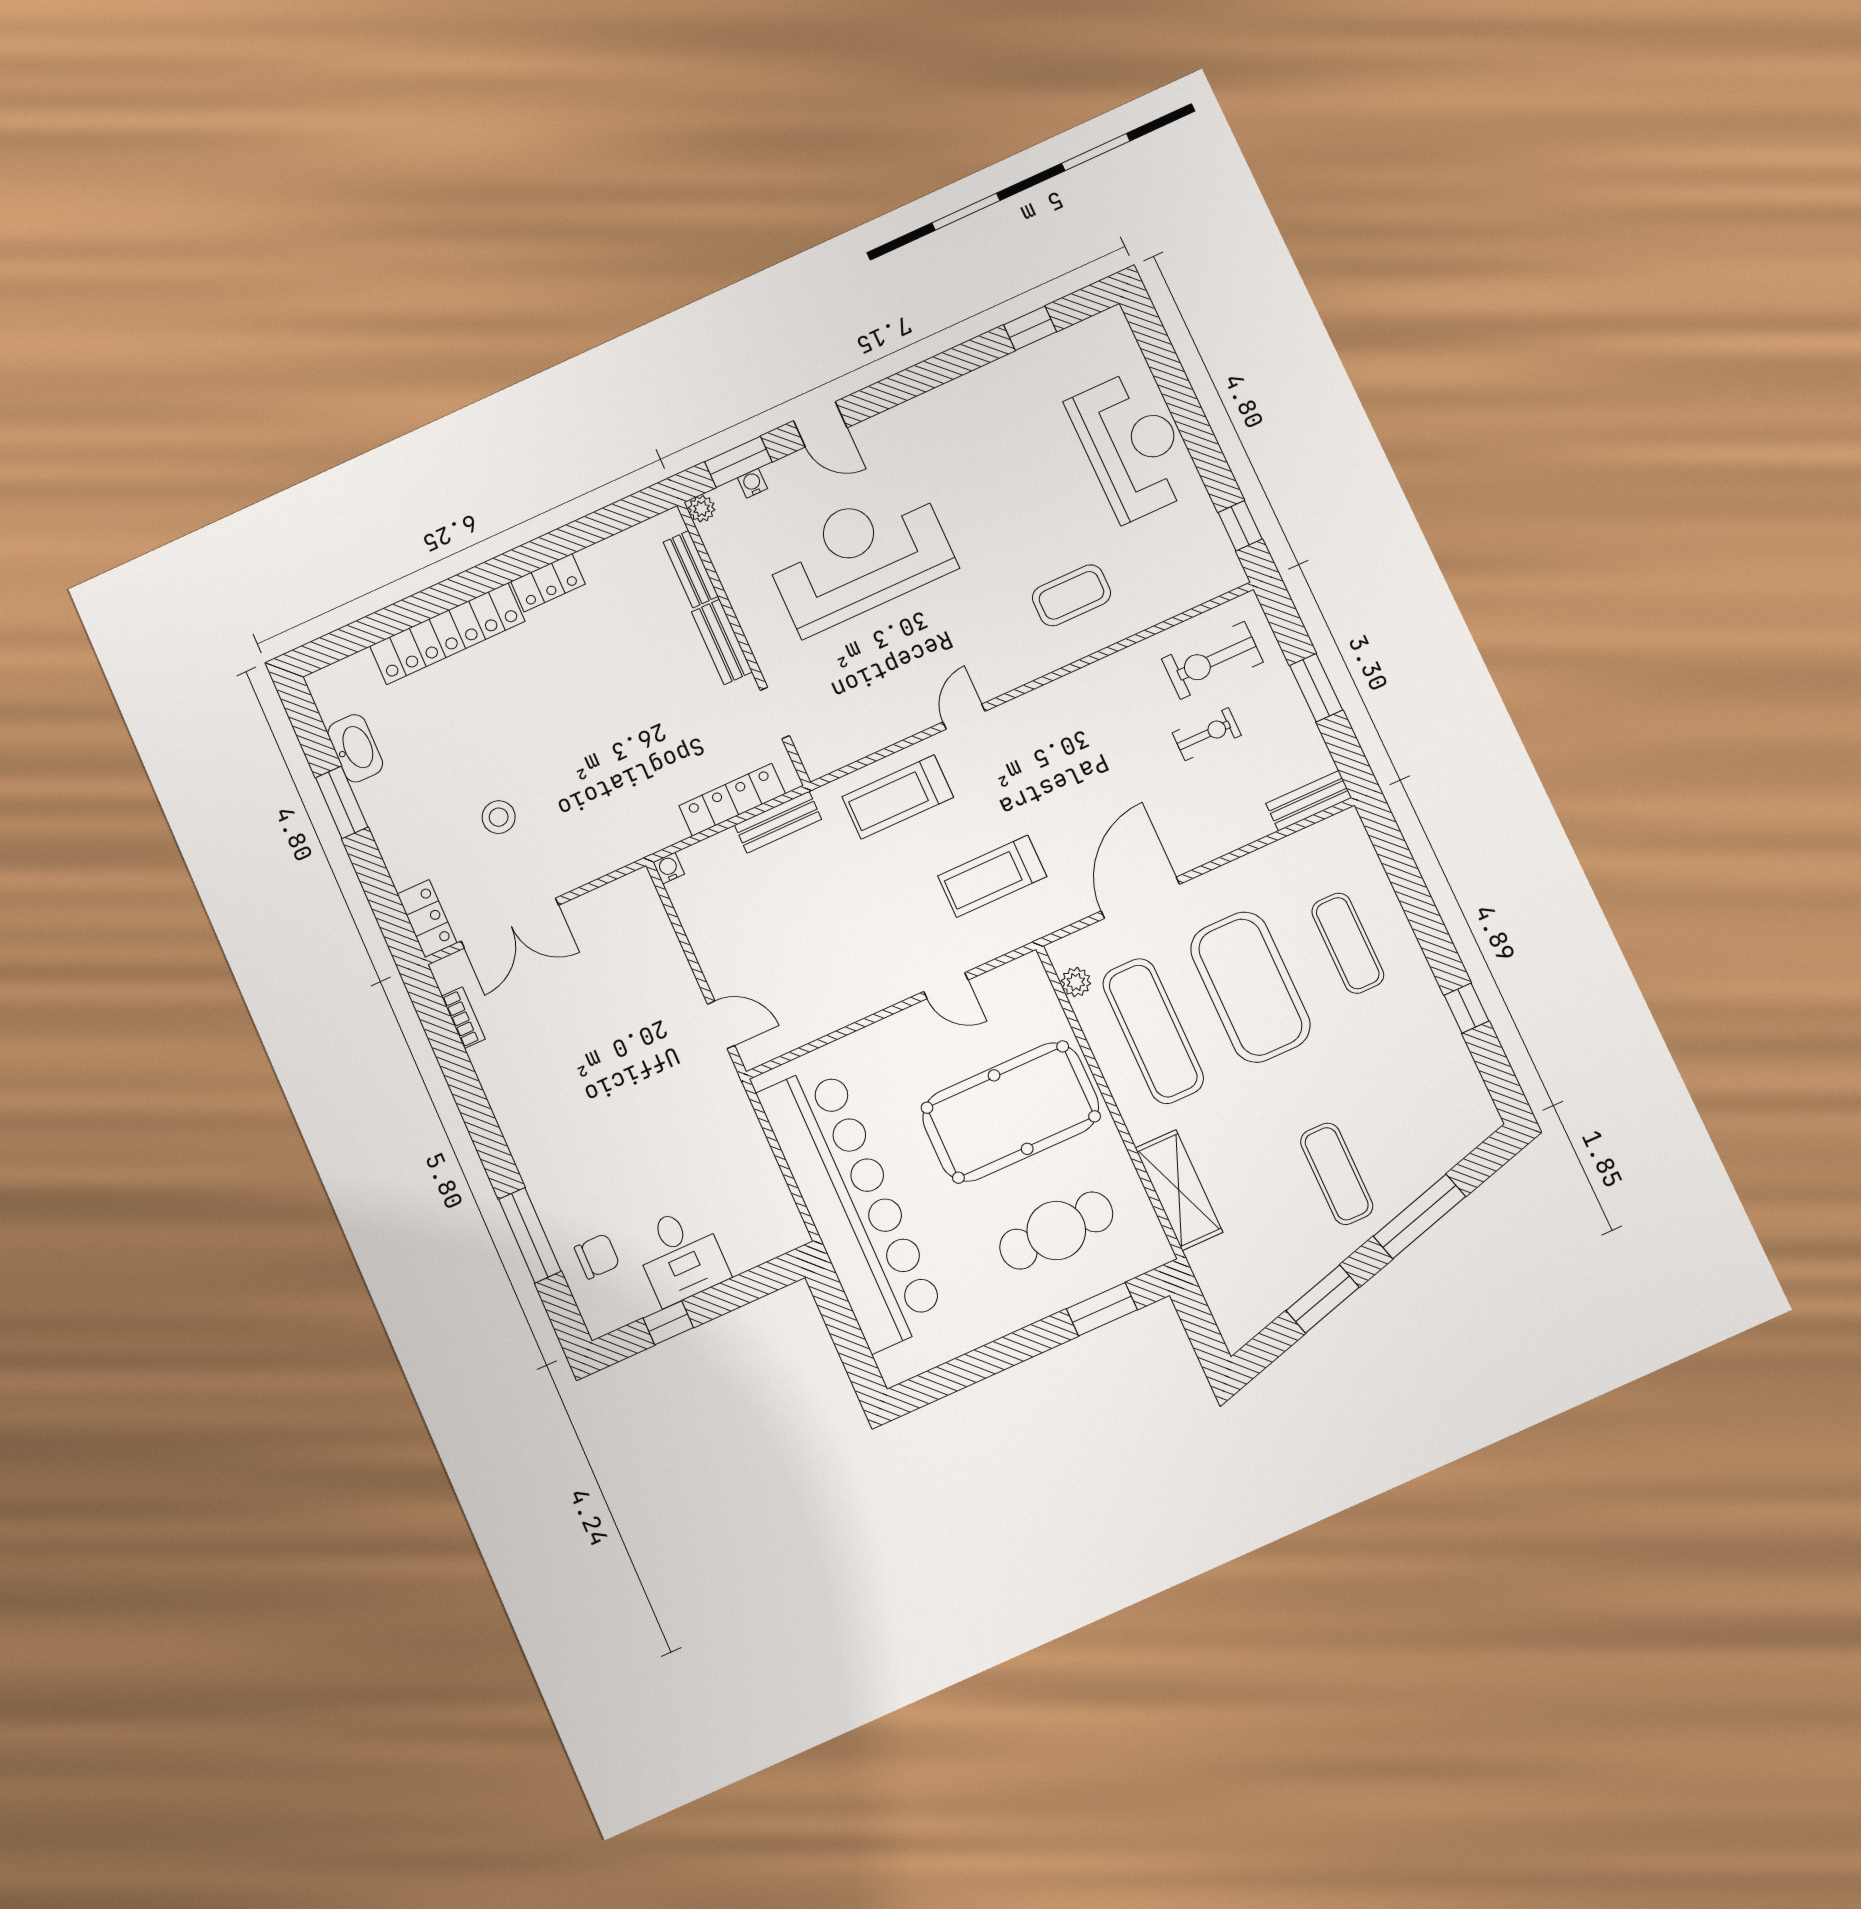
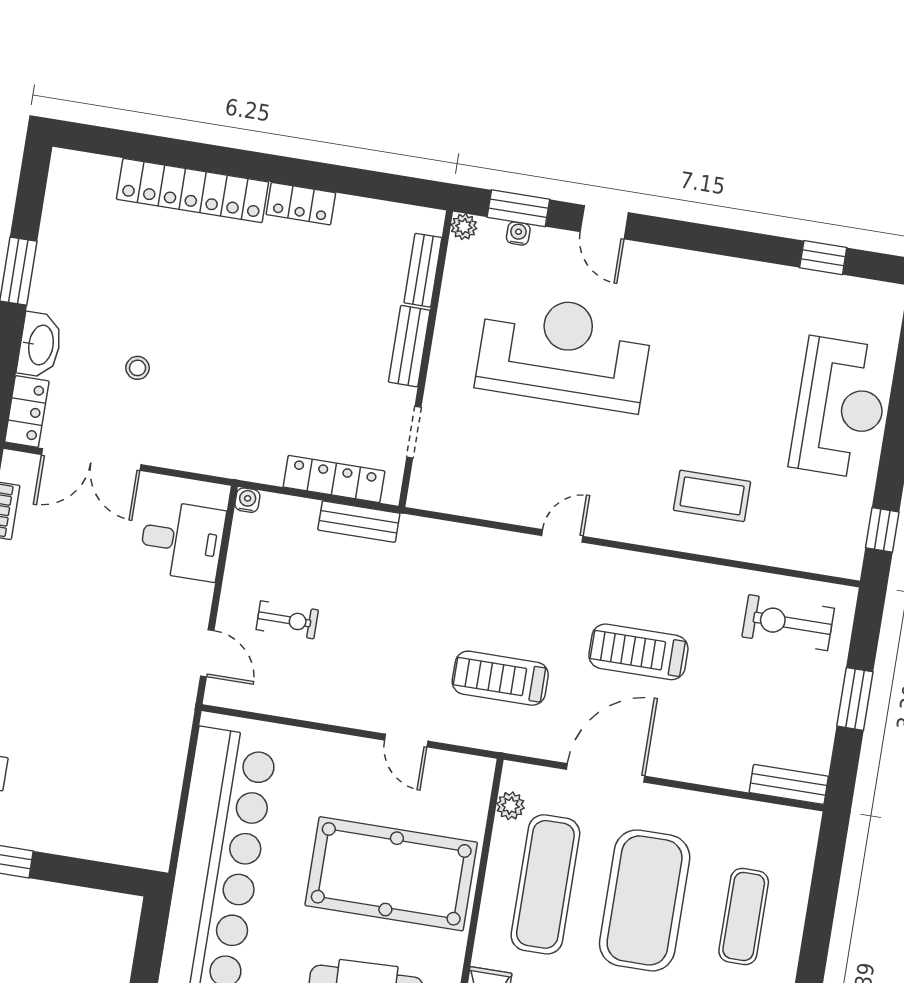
exercise bike: (1207, 734) -> (287, 620), moved
washbasin: (355, 748) -> (40, 345), moved
treadmill: (898, 797) -> (638, 652), moved
stool: (499, 817) -> (138, 368), width x0.73, depth x0.73
desk: (681, 1255) -> (182, 541), moved, turned -90

